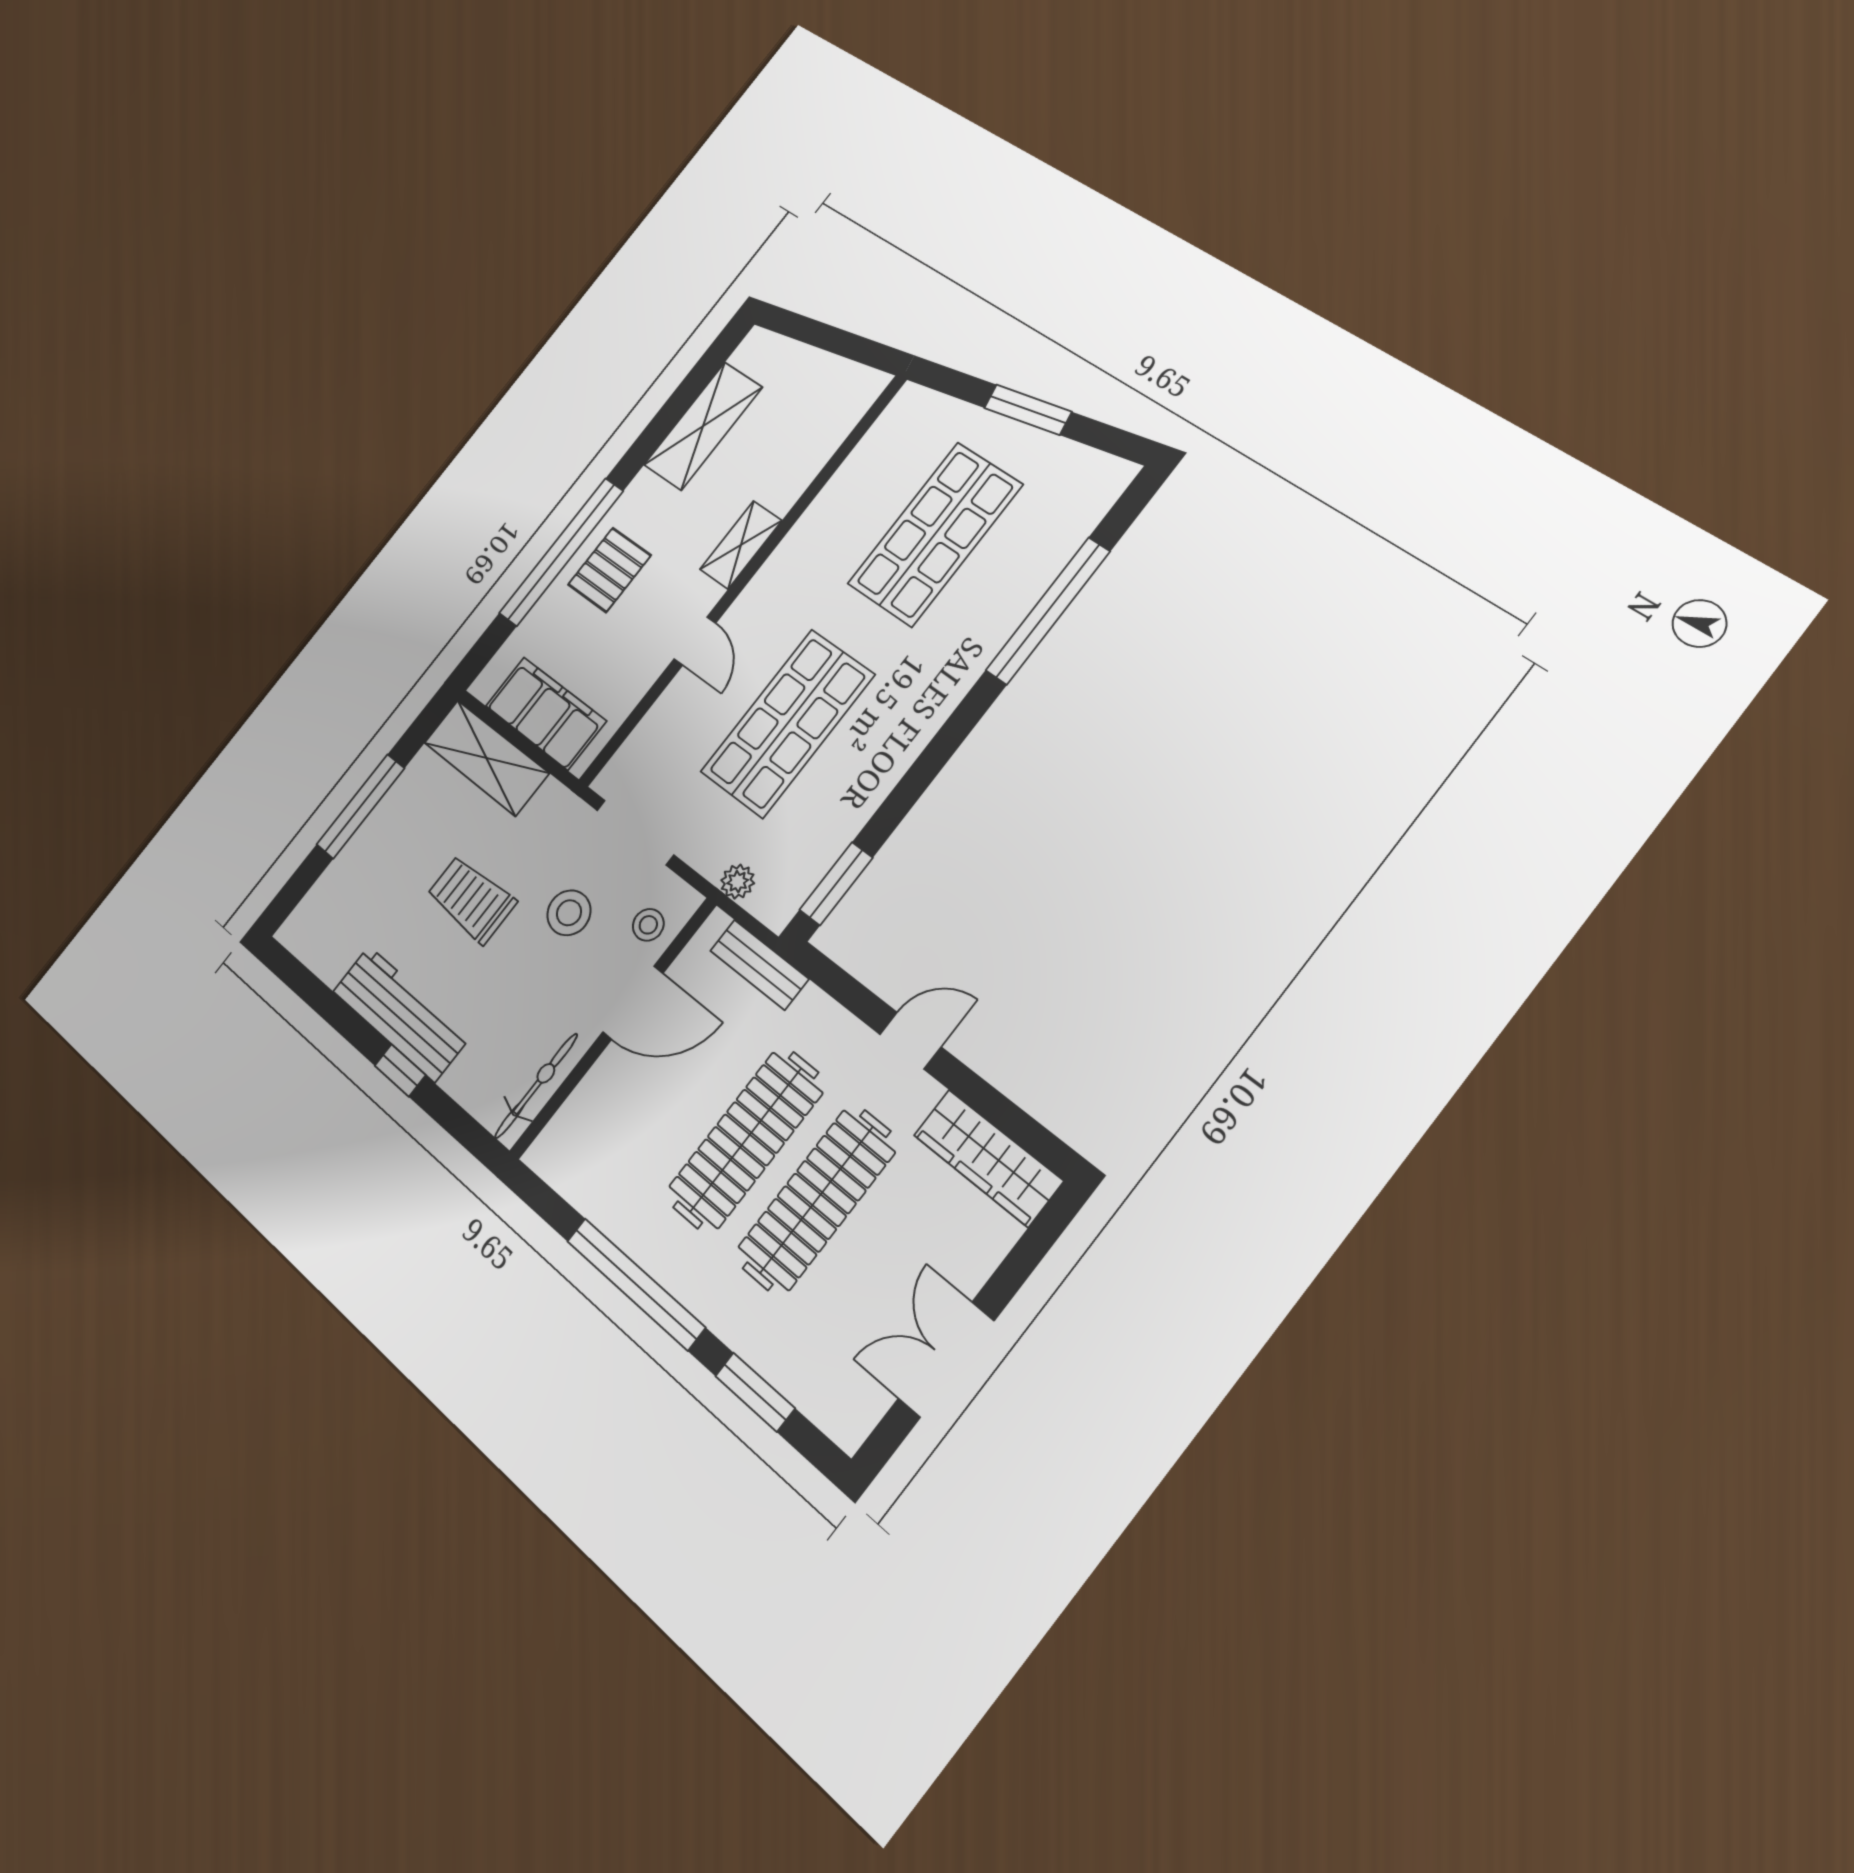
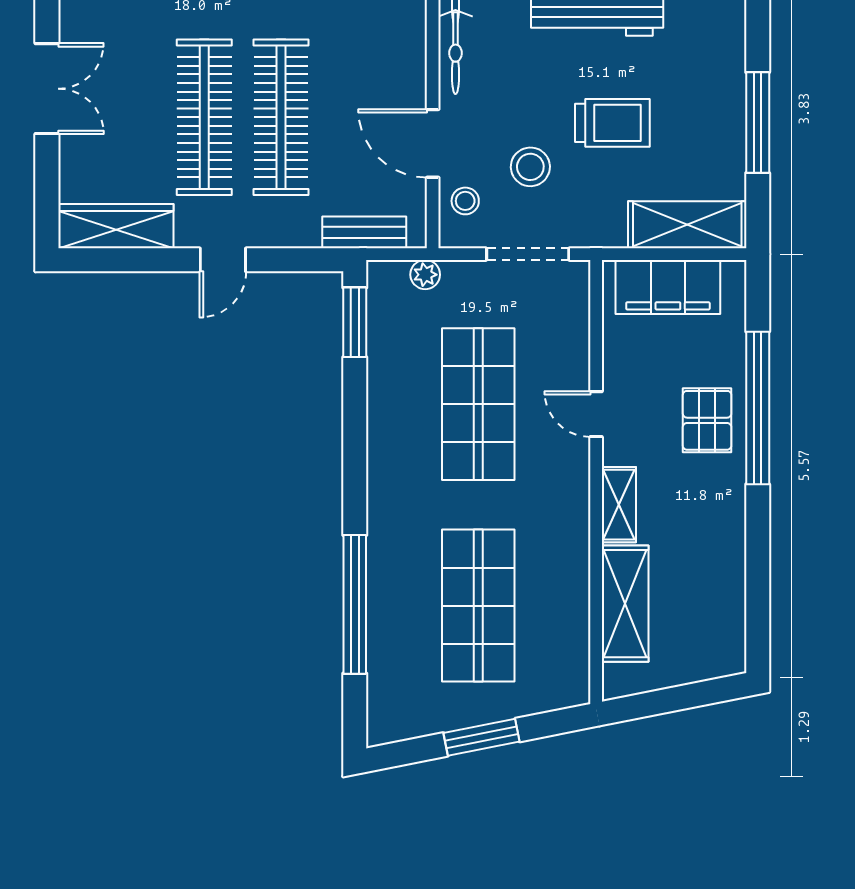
shelving: (703, 426) -> (625, 604), moved
door: (633, 1003) -> (433, 143), hinge flipped

